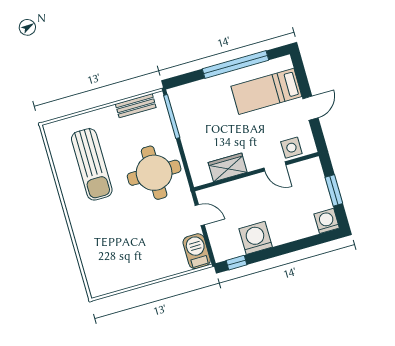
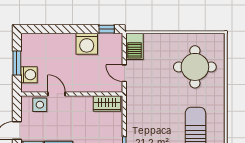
wardrobe: (228, 167) -> (107, 103), moved
round table: (154, 173) -> (195, 67), moved
washing machine: (327, 221) -> (29, 75), moved, turned -90

